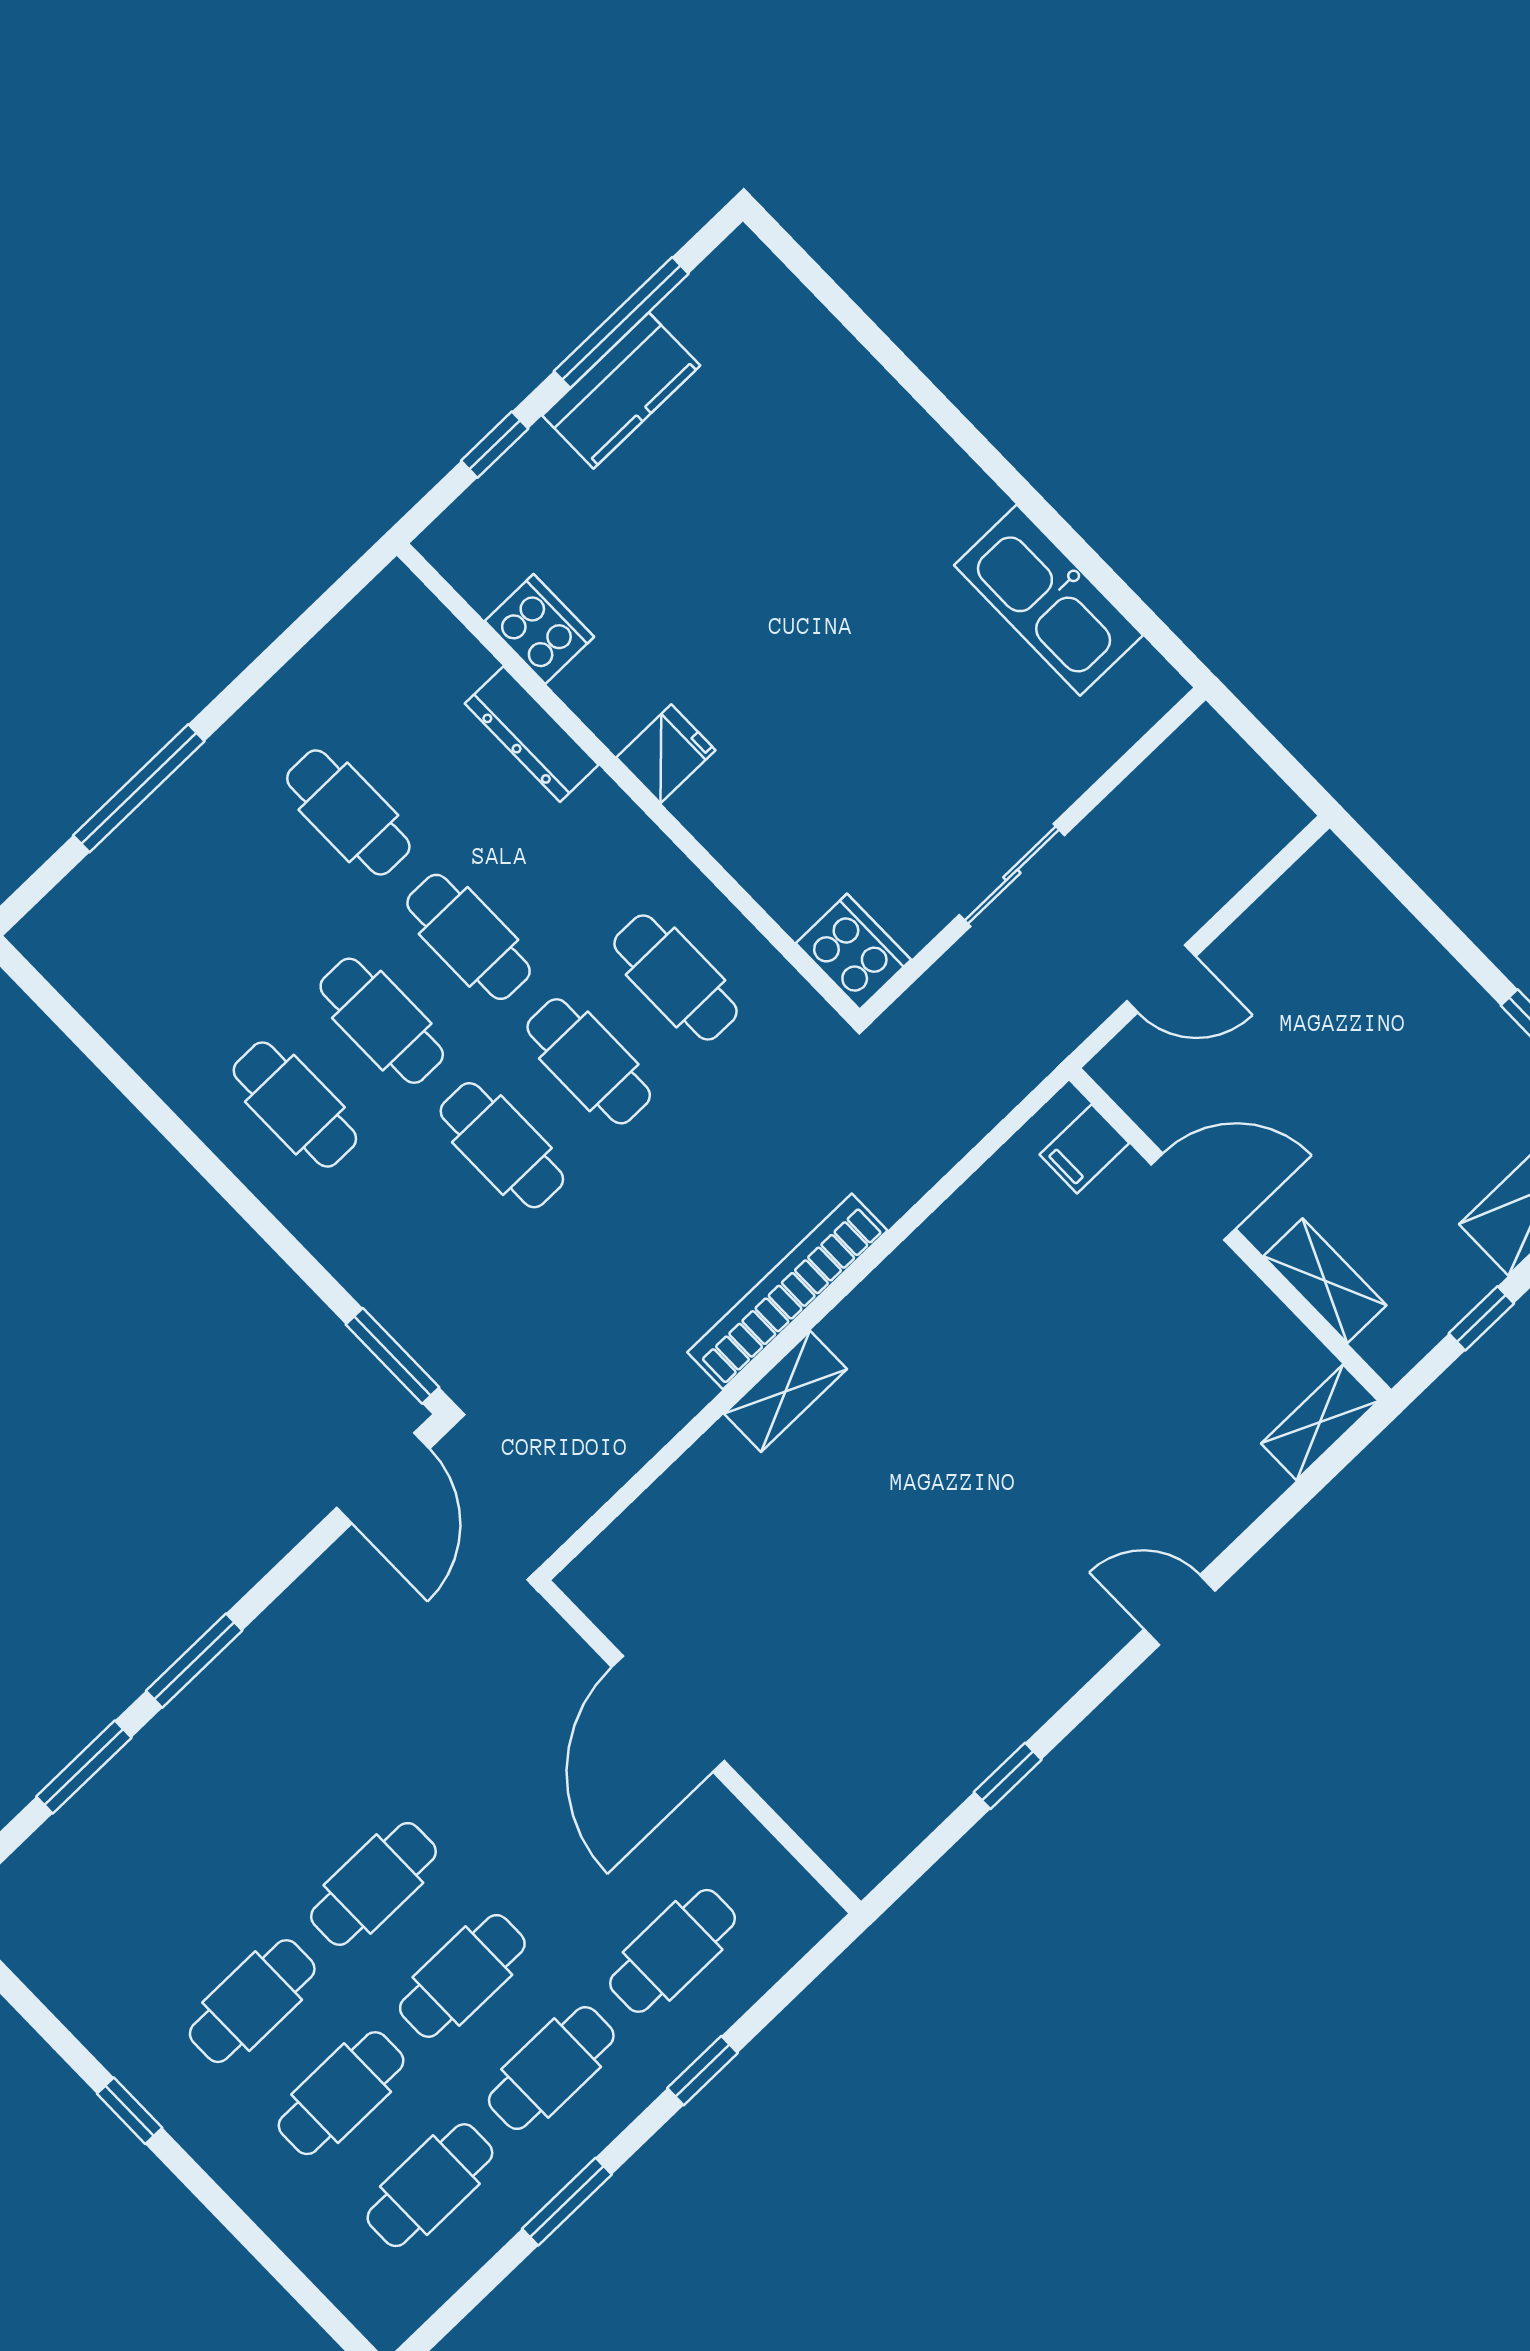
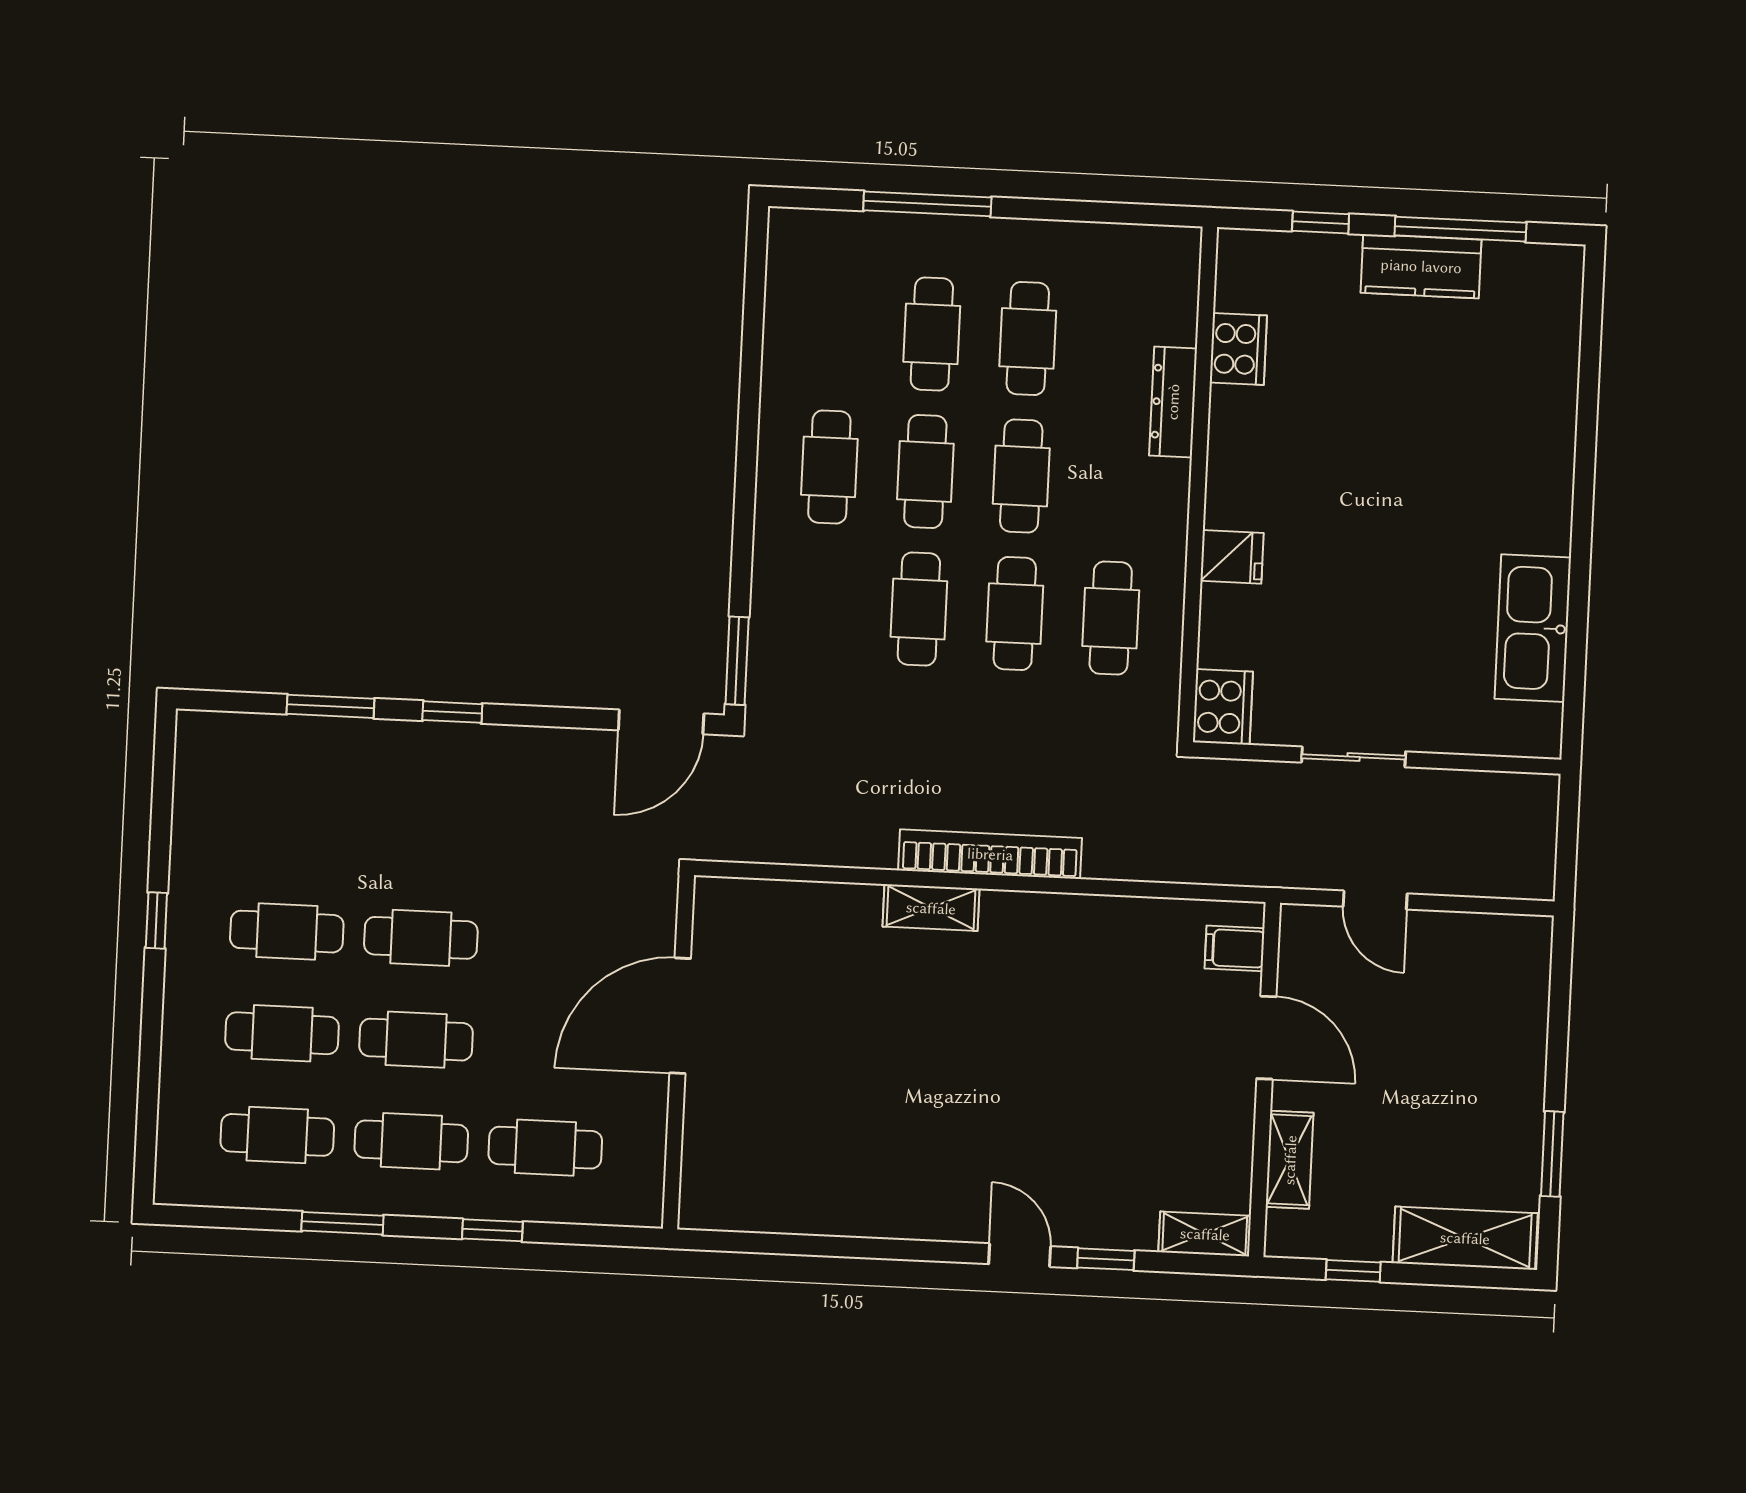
fridge: (666, 754) -> (1232, 557), moved
cafe table: (262, 896) -> (932, 334), added
window: (194, 1661) -> (452, 712), width x0.67
window: (1008, 1776) -> (1106, 1259), moved

